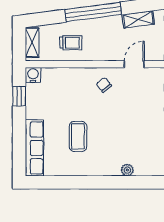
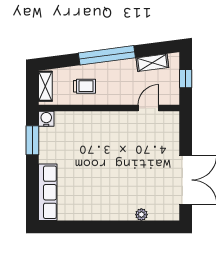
chair: (104, 85) -> (118, 129), removed
window: (19, 96) -> (32, 140), width x1.50
coffee table: (78, 136) -> (92, 181), removed

